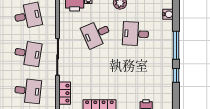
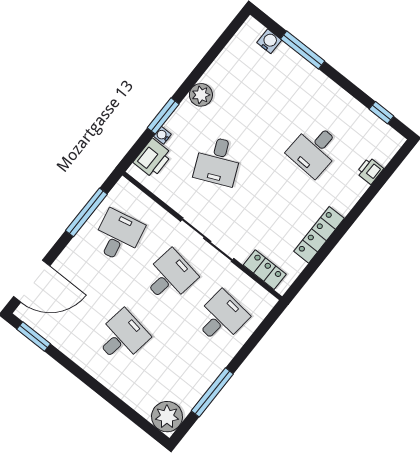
desk: (136, 34) -> (315, 150), moved
window: (176, 45) -> (303, 50), moved
window: (176, 75) -> (381, 113), moved

